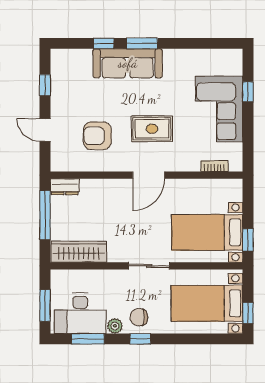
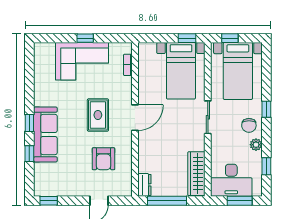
window: (142, 43) -> (29, 123), width x0.67
window: (45, 85) -> (49, 201), moved
window: (248, 92) -> (85, 38), moved
door: (149, 175) -> (135, 118), hinge flipped
desk: (80, 313) -> (231, 180), moved, turned 90
window: (248, 313) -> (230, 38), moved
window: (88, 339) -> (266, 166), width x0.67
window: (140, 339) -> (266, 109), moved

